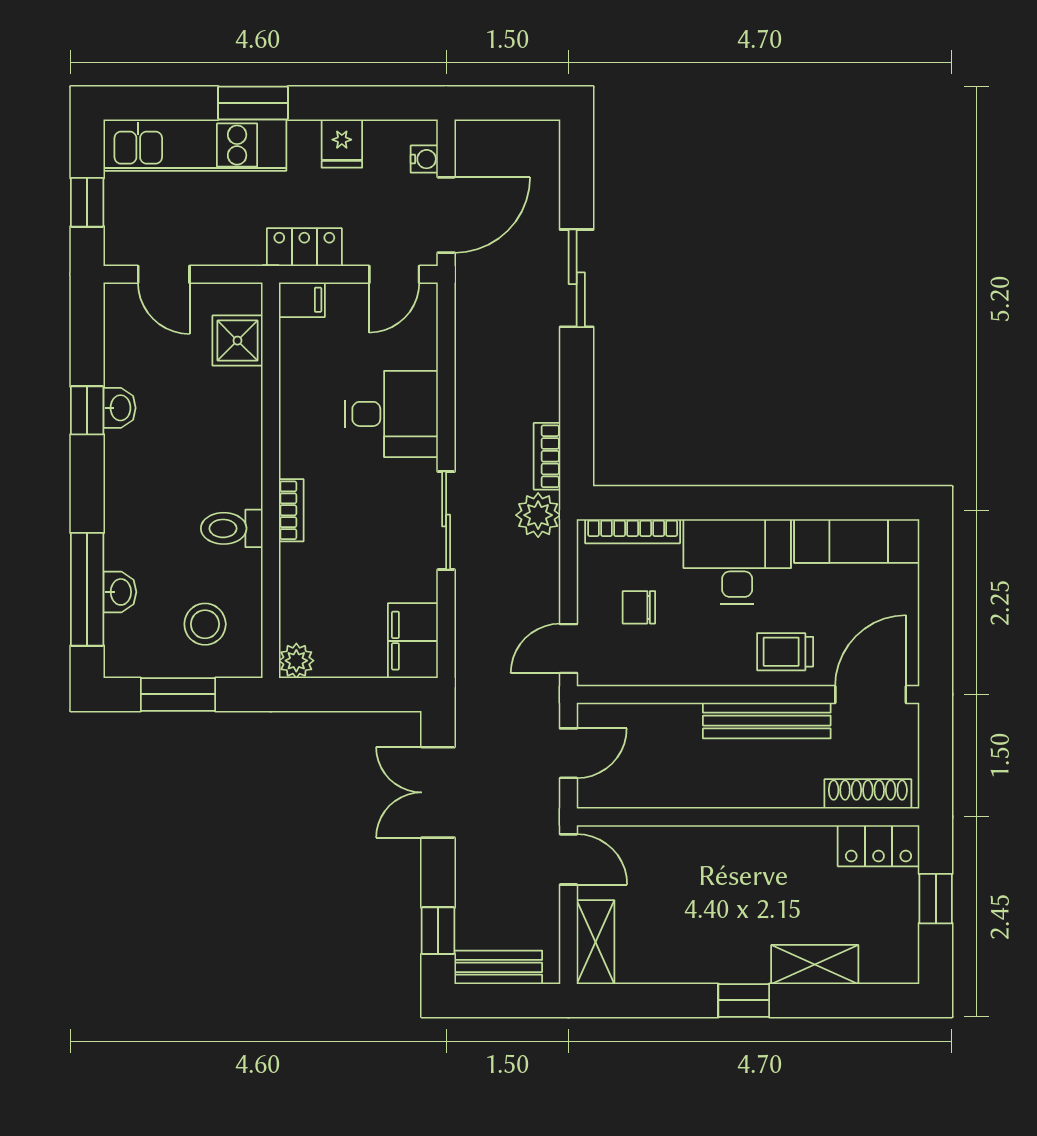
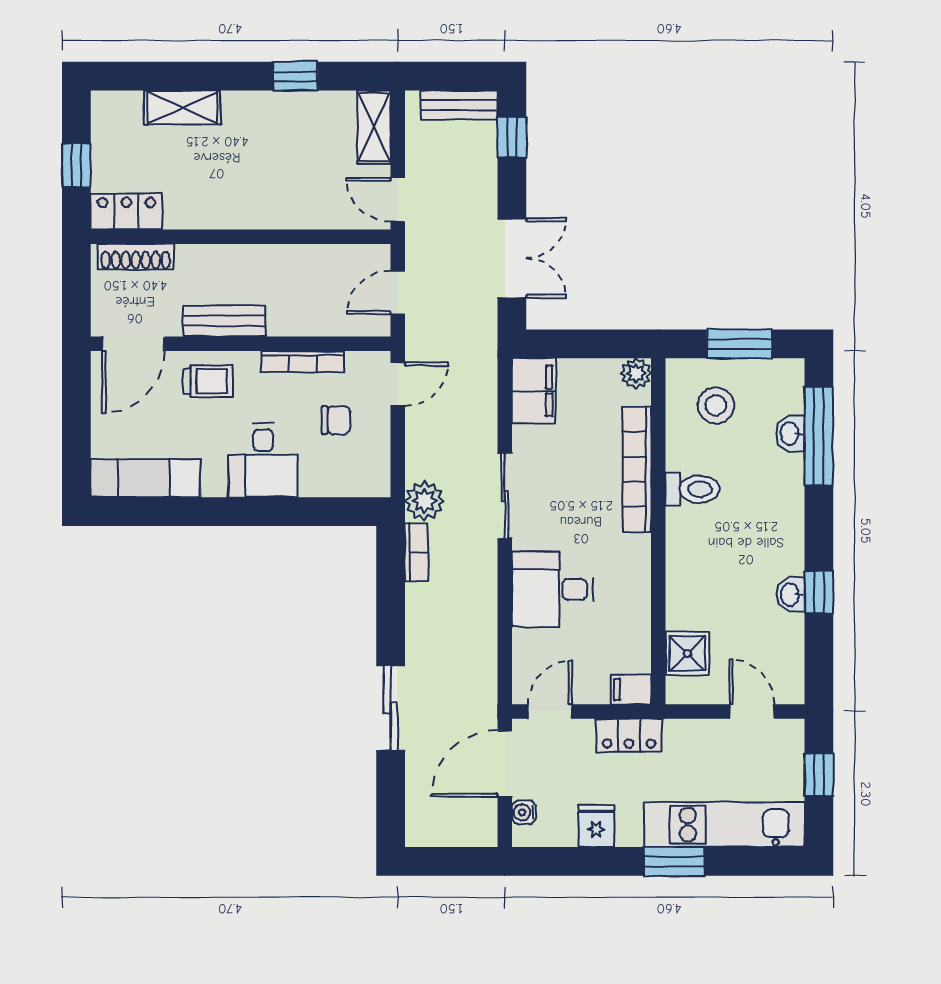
bookcase: (291, 510) -> (637, 469), width x2.31, depth x1.31
bookcase: (633, 531) -> (302, 362), moved, turned 180
desk: (737, 561) -> (263, 460), width x0.73
bench: (767, 721) -> (224, 321), width x0.73
window: (744, 1000) -> (295, 76), moved

